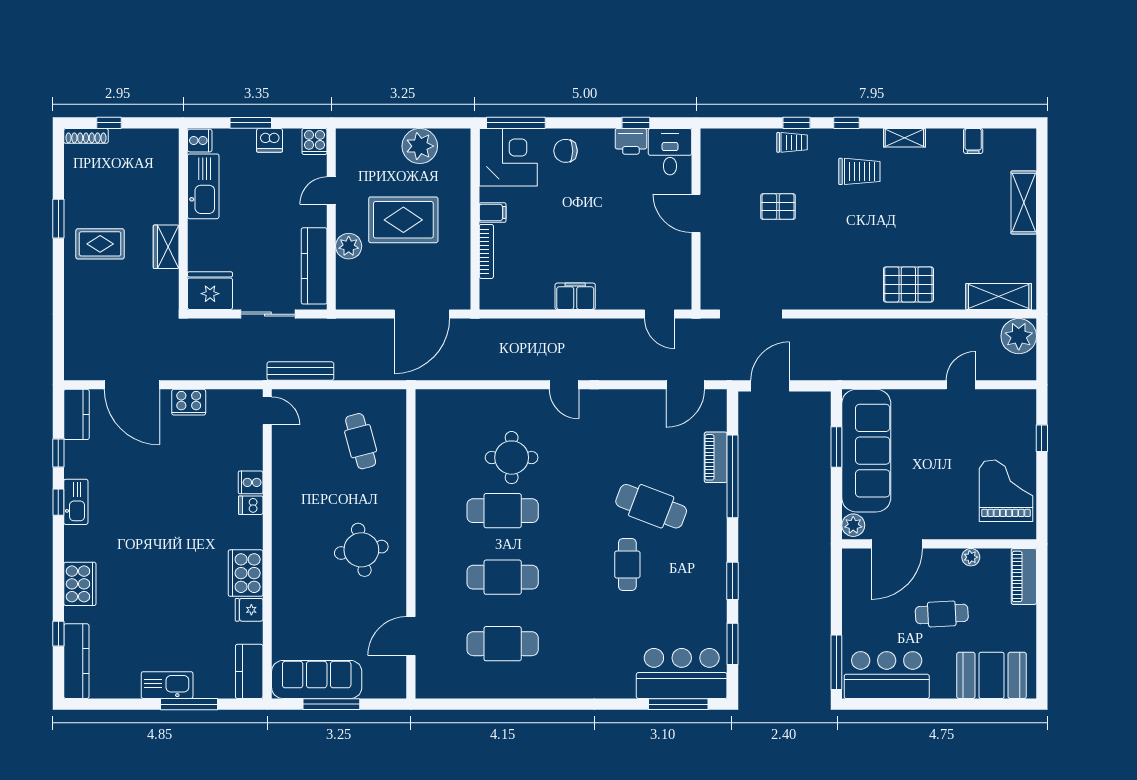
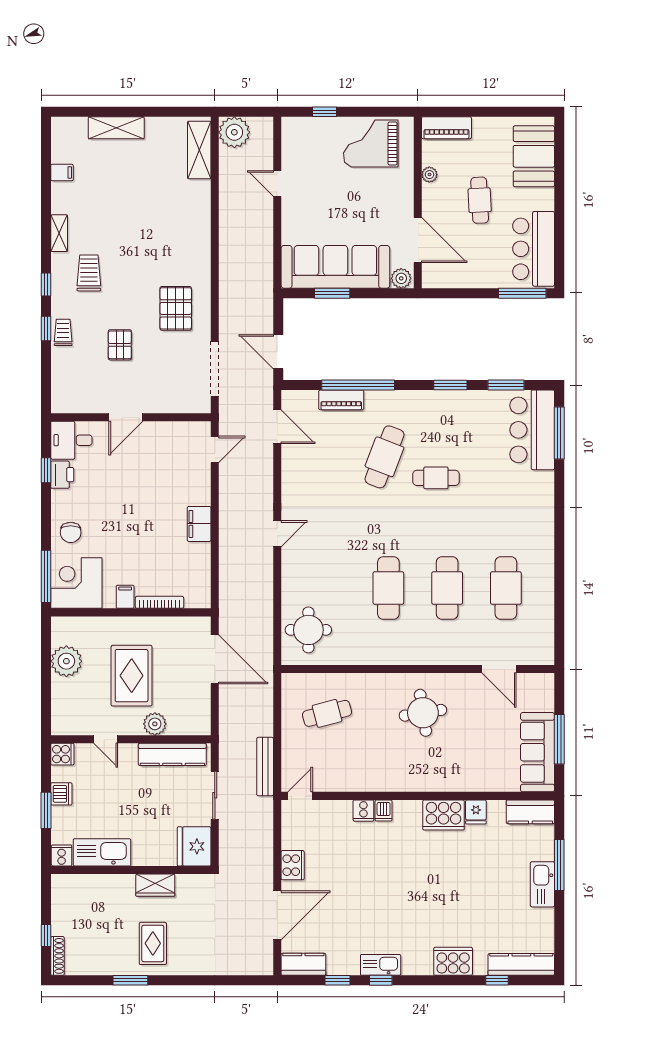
pallet: (908, 284) -> (176, 308), moved
round table: (512, 458) -> (308, 630), moved

